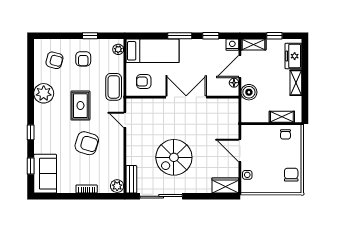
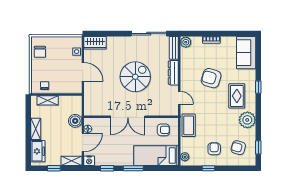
rug: (80, 106) -> (237, 96), moved
dresser: (132, 150) -> (173, 73), added
spiral stairs: (174, 157) -> (135, 77), moved
window: (31, 166) -> (258, 147), moved

